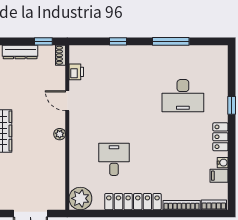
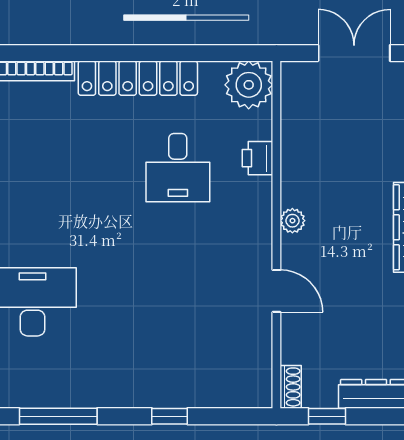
printer: (76, 72) -> (257, 158), moved

